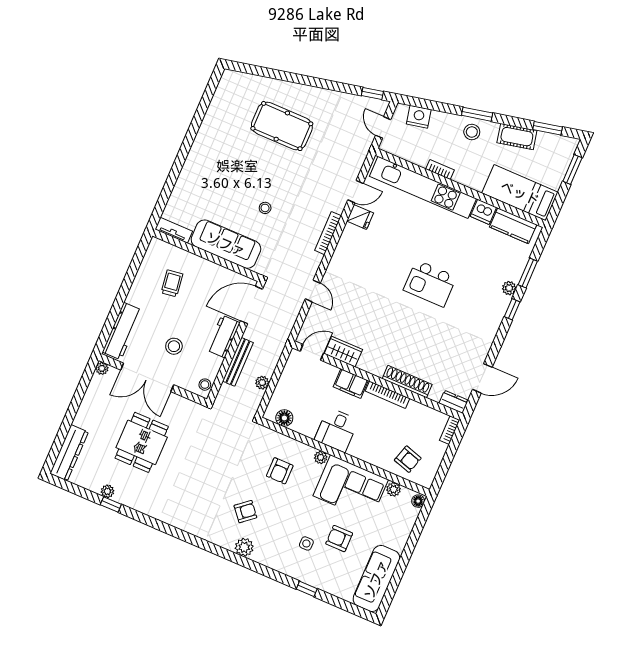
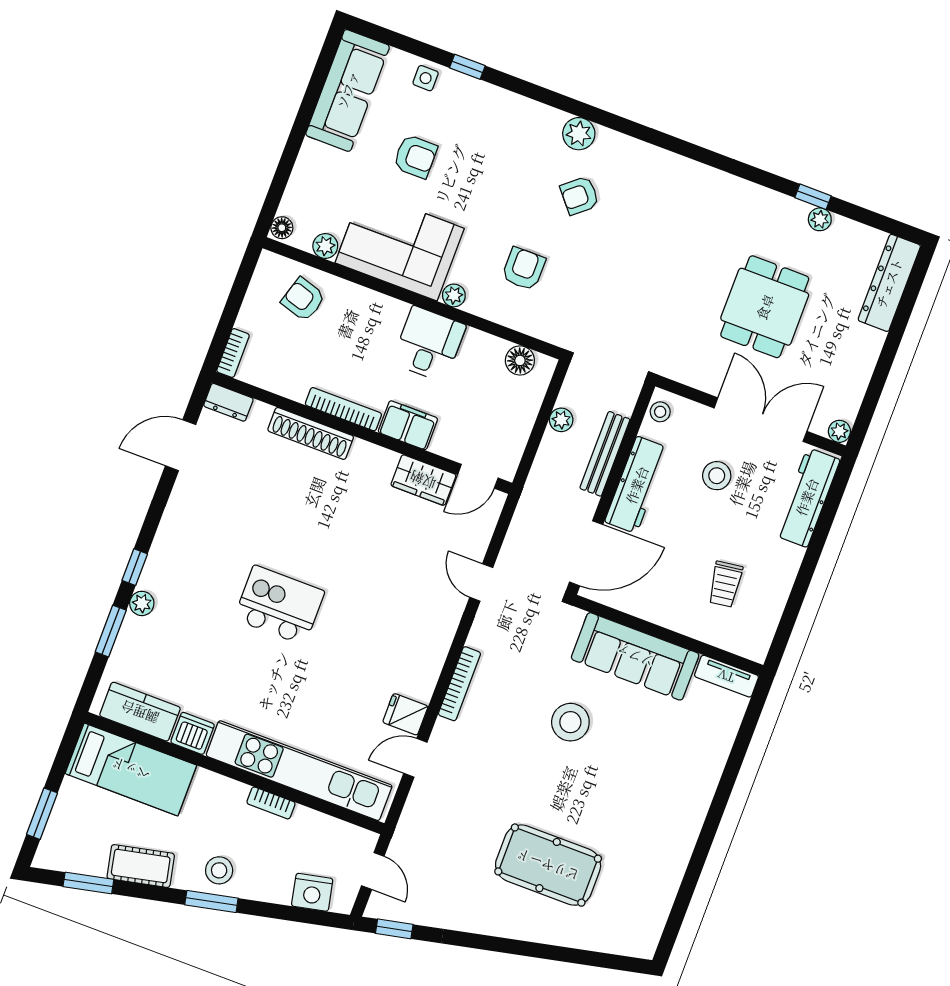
stool: (265, 208) -> (570, 722), width x1.89, depth x1.89
workbench: (223, 336) -> (637, 485), width x1.38
side table: (306, 543) -> (426, 78), moved

